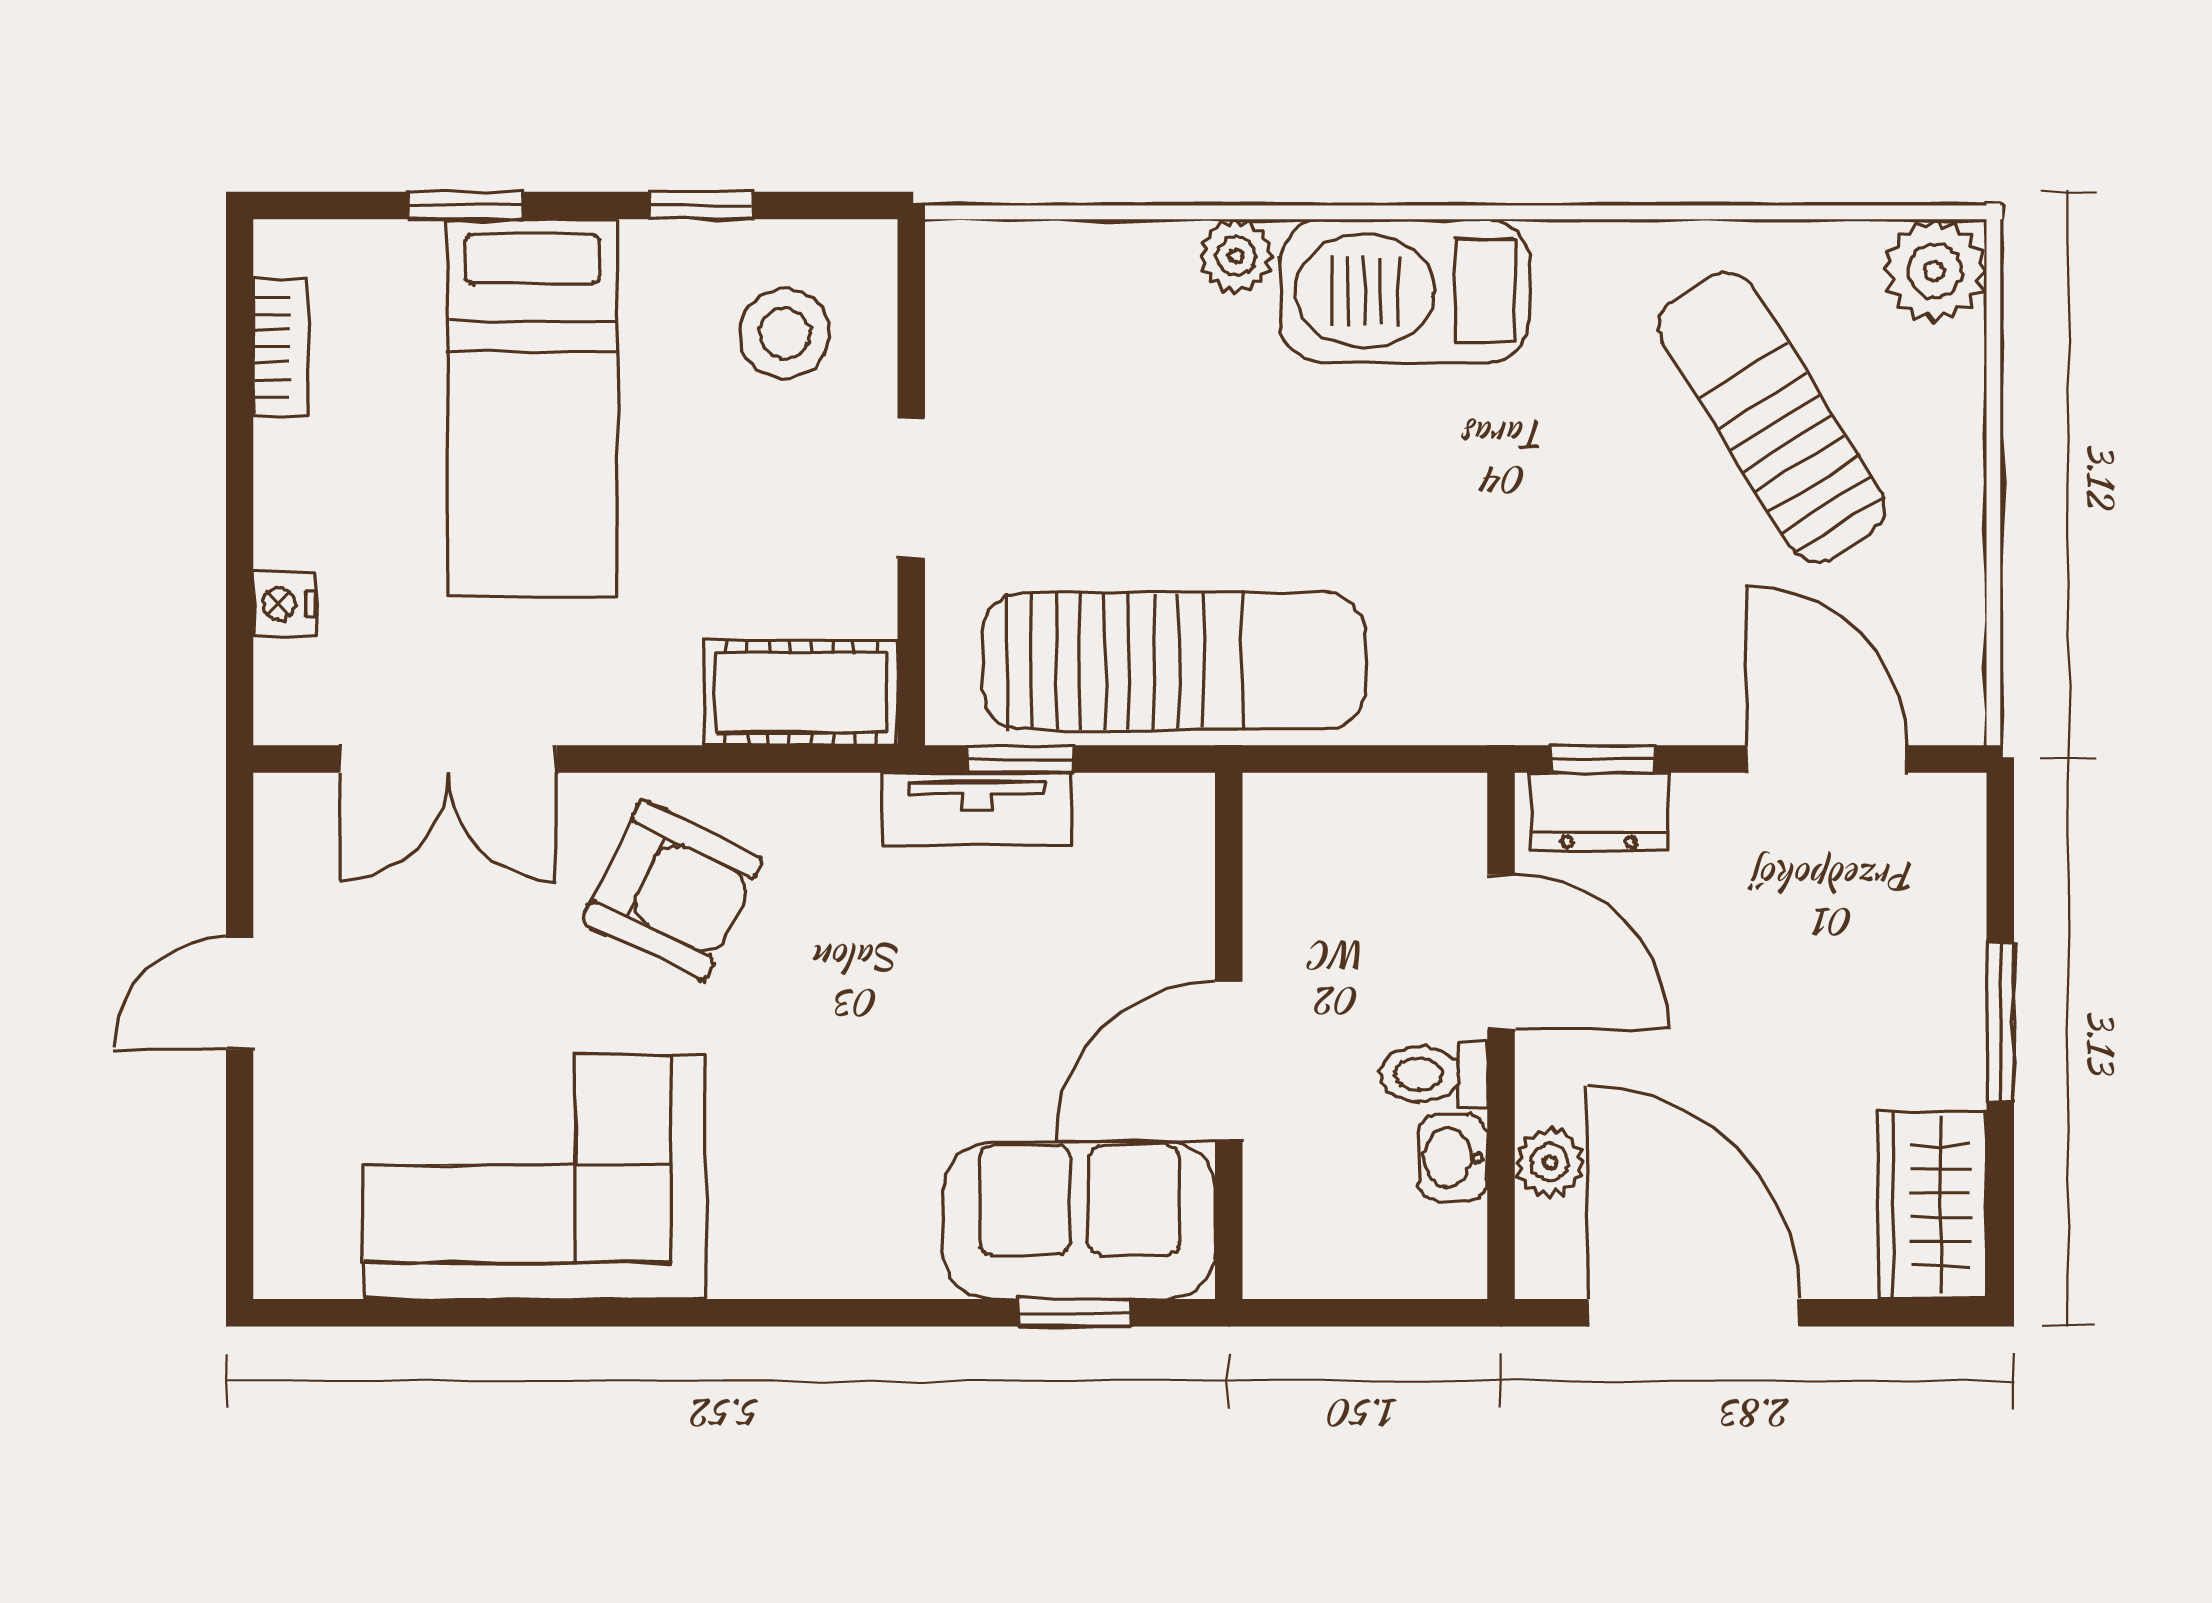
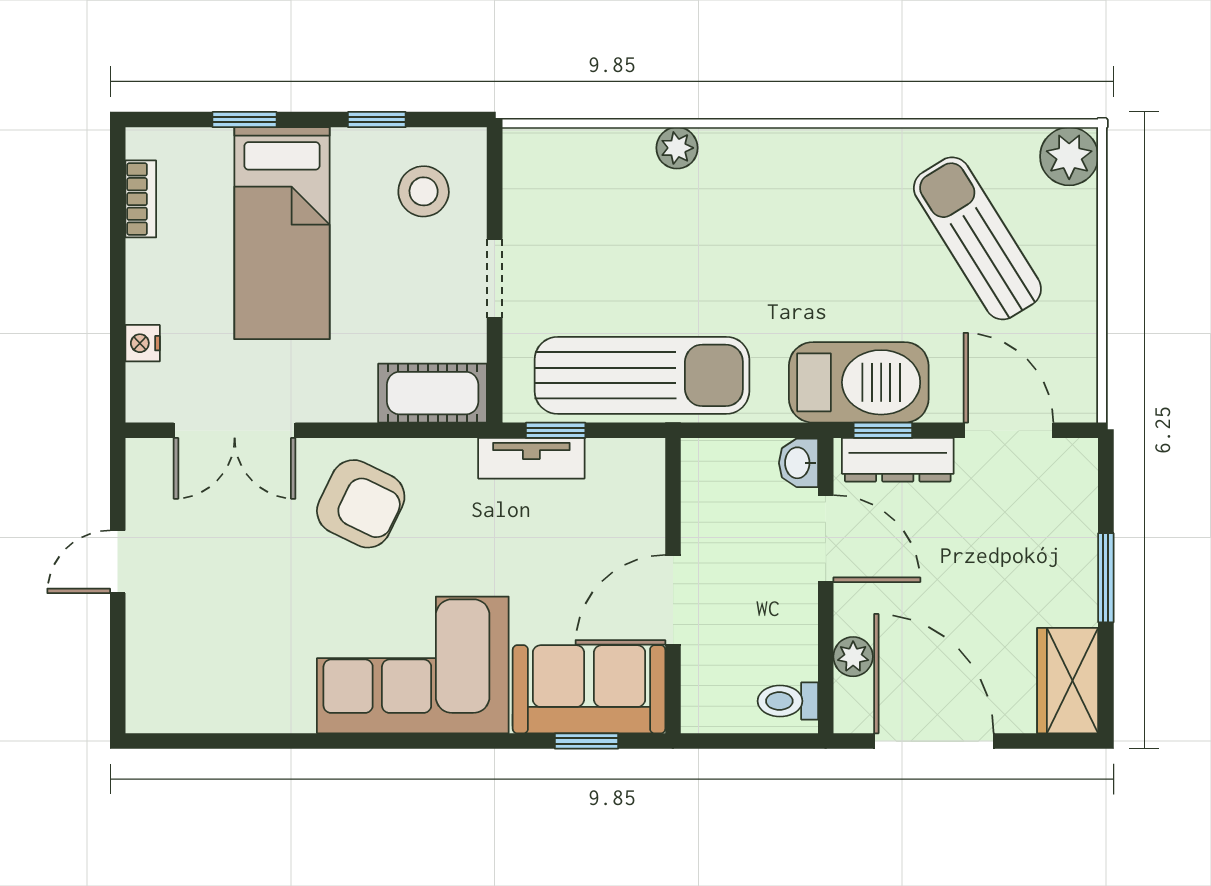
barbecue: (1405, 291) -> (859, 382), moved, turned 180
dresser: (1599, 812) -> (898, 460), width x1.44
toilet: (1434, 1074) -> (788, 701), moved
washbasin: (1453, 1158) -> (798, 463), moved
corner sofa: (534, 1177) -> (413, 665), moved

